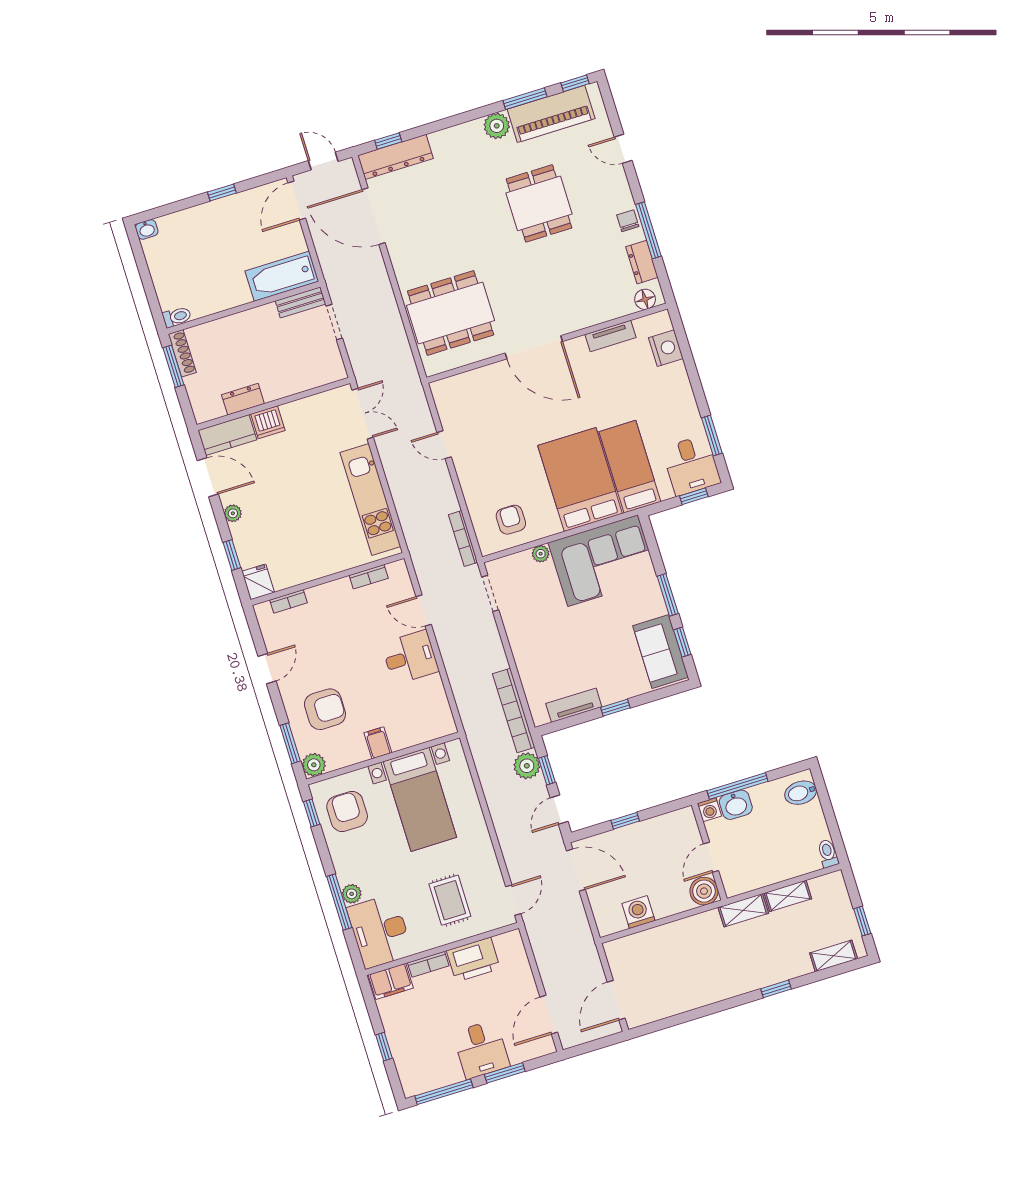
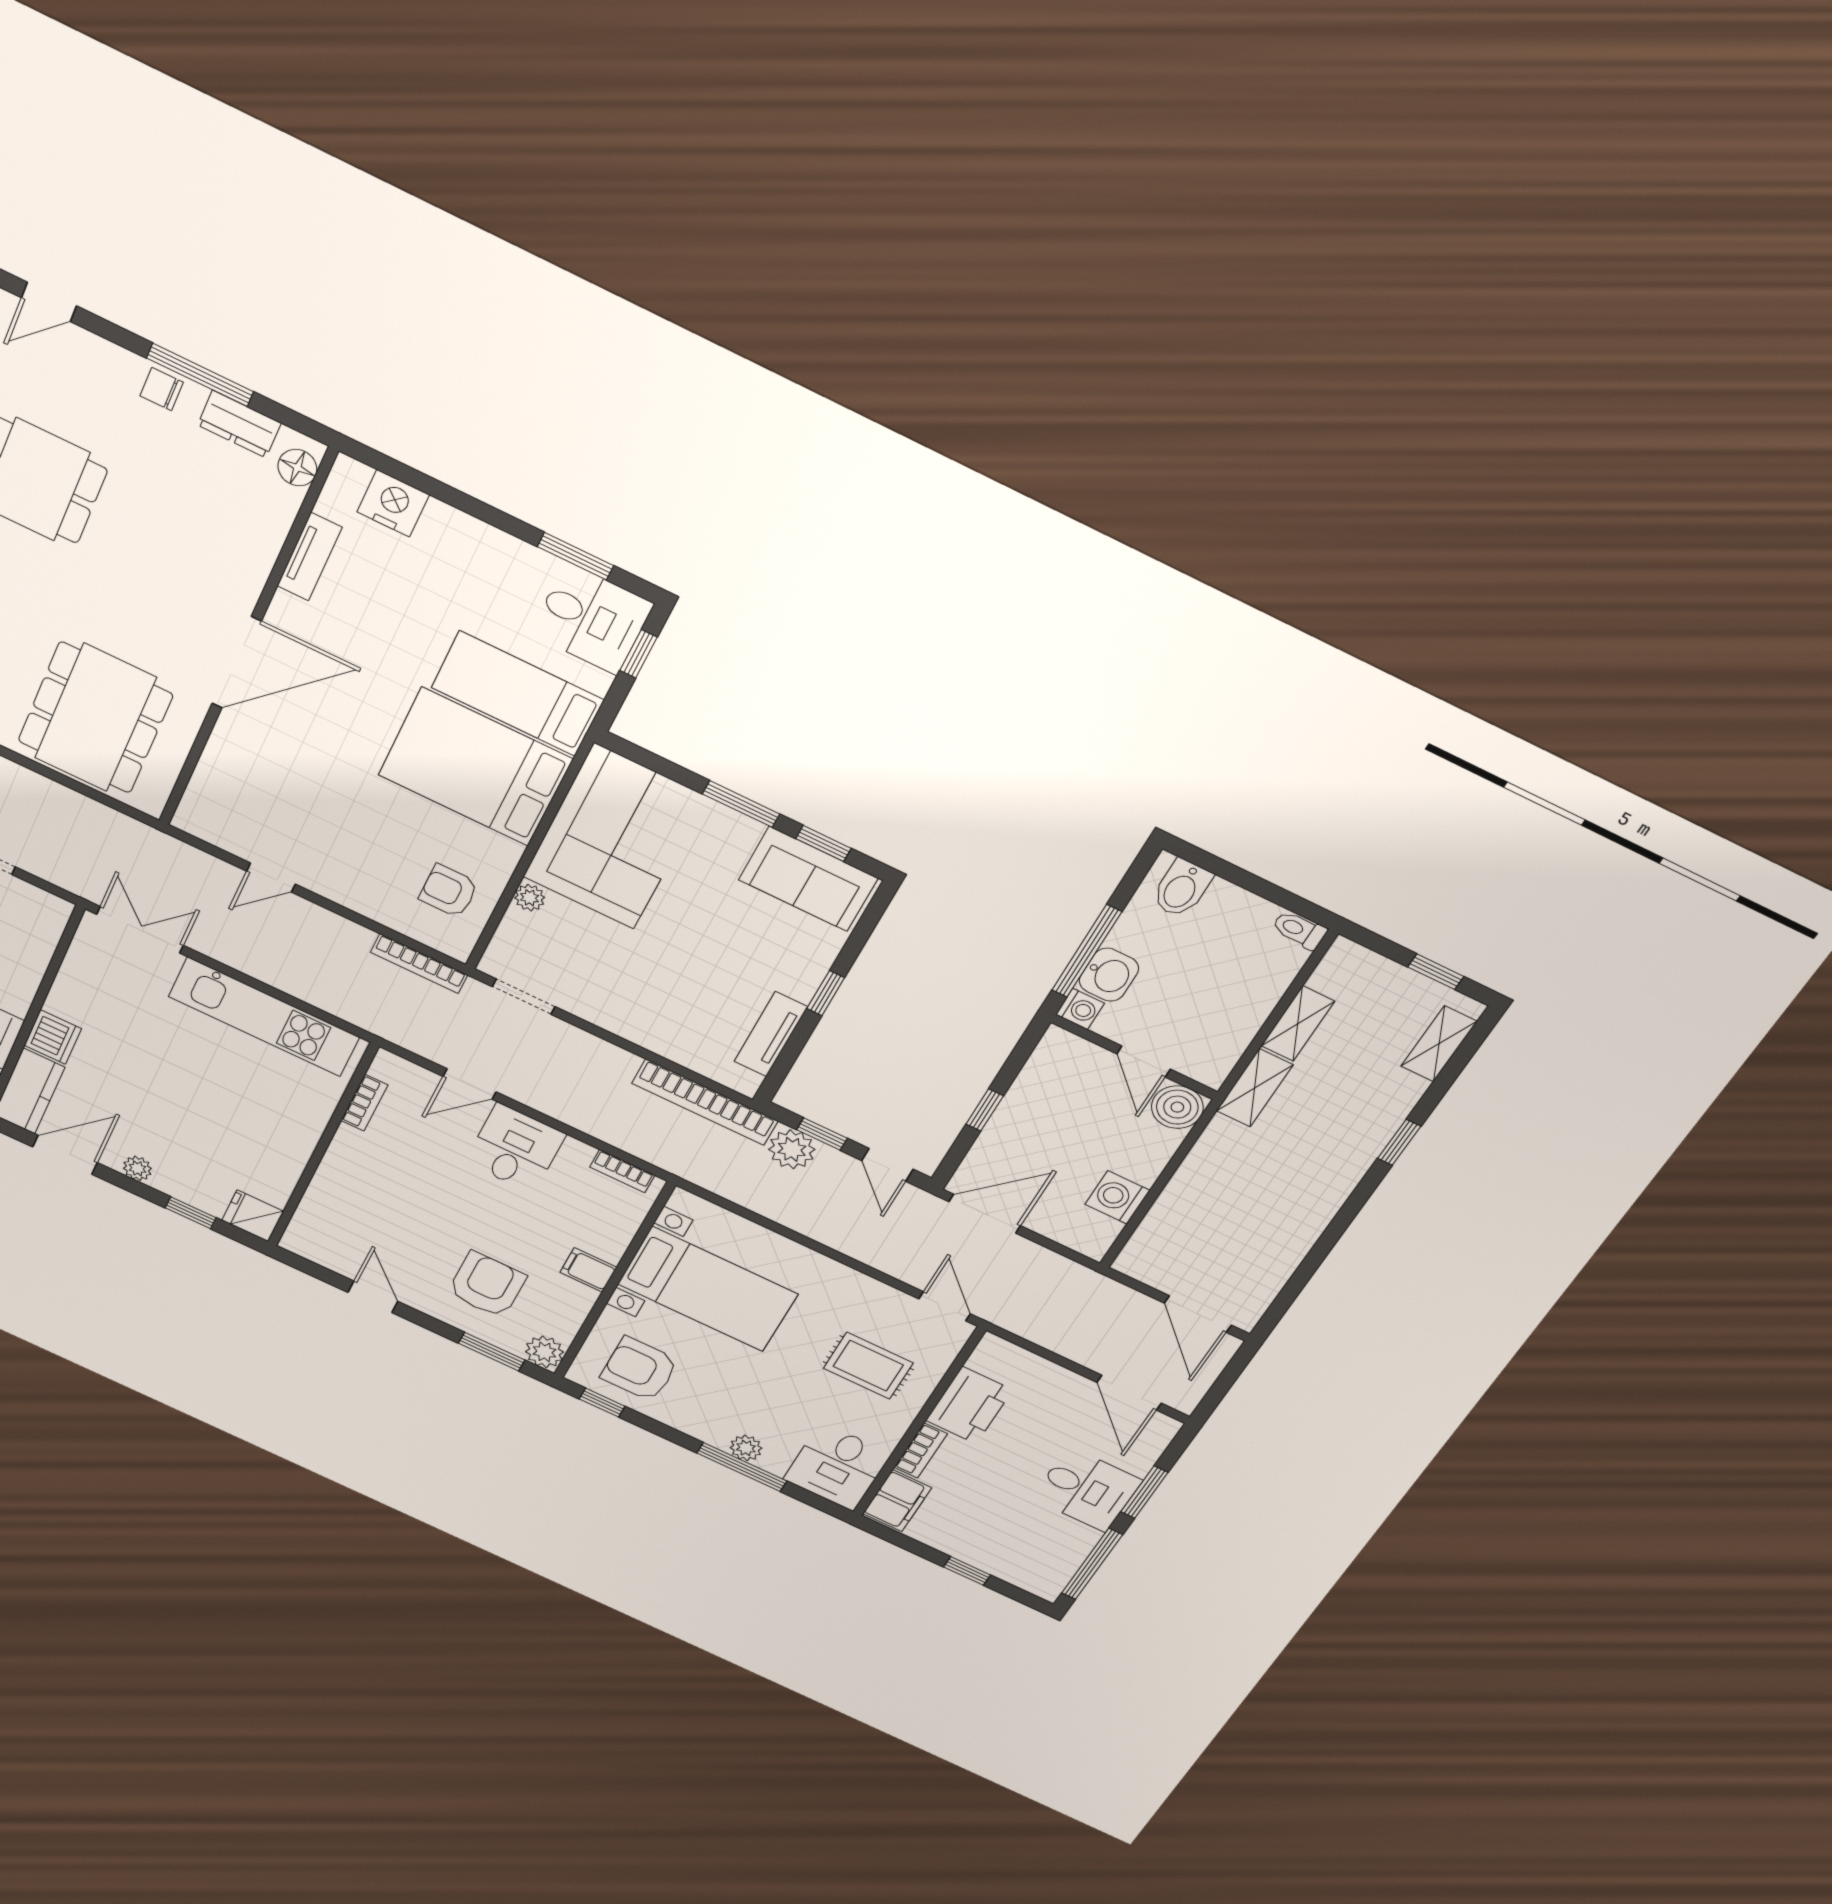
bookcase: (288, 601) -> (622, 1171), moved, turned 90
desk: (380, 931) -> (837, 1467), width x0.73

